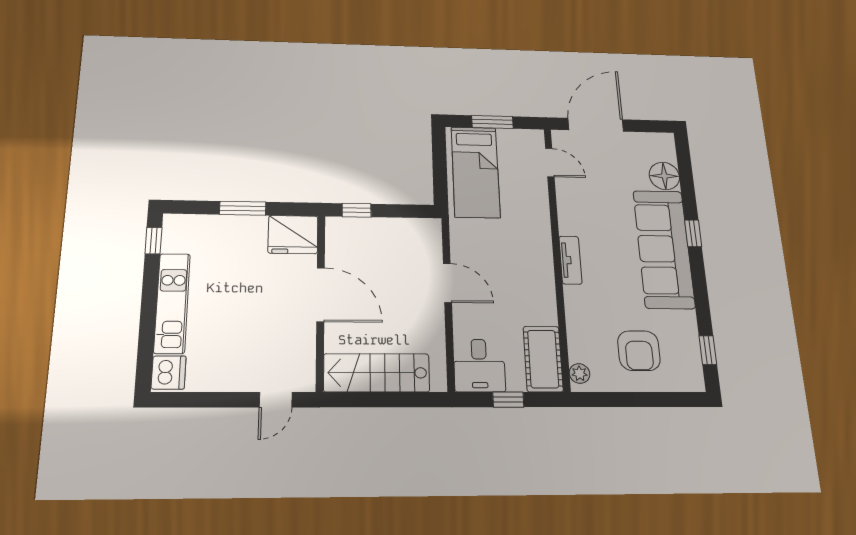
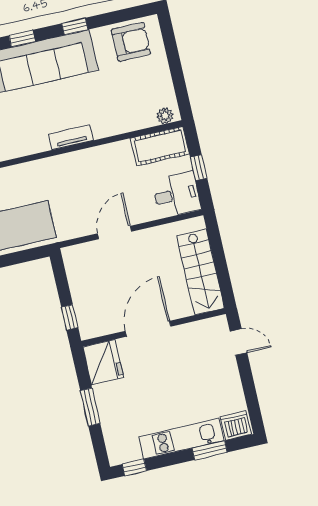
window: (147, 333) -> (210, 450), added
window: (708, 350) -> (75, 26), moved
armchair: (639, 351) -> (131, 42), moved

